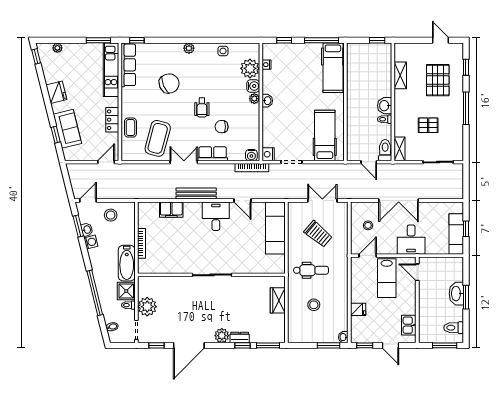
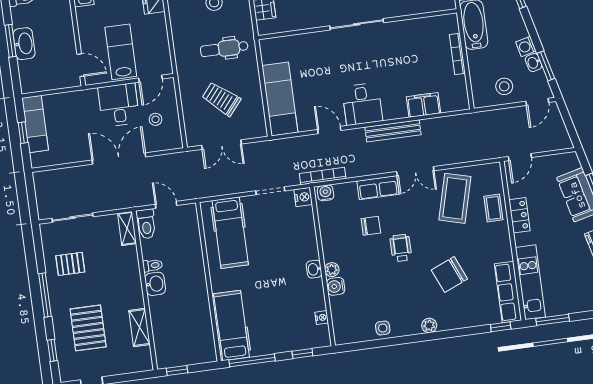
plant: (250, 68) -> (343, 309), removed
pallet: (428, 125) -> (70, 264), moved
desk: (411, 240) -> (119, 105), moved

